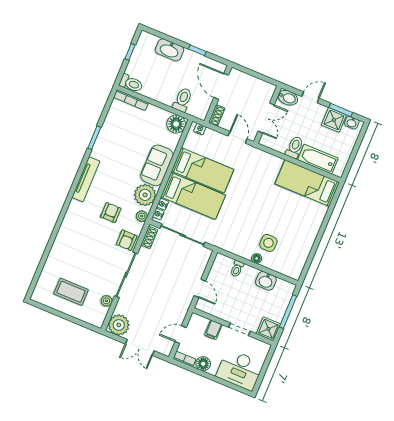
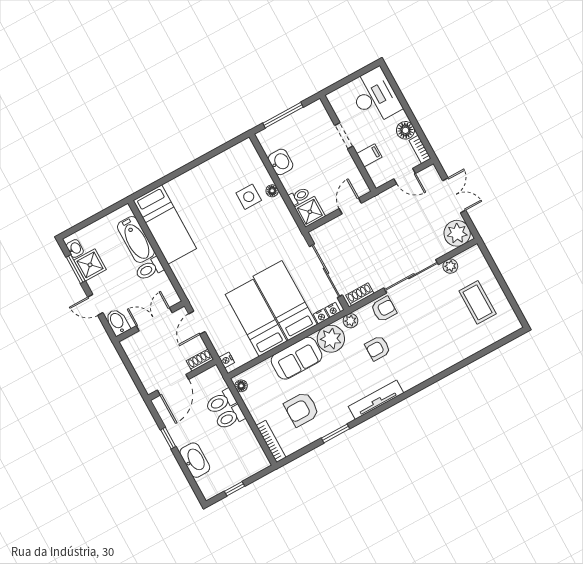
toilet: (131, 83) -> (230, 417), moved, turned -90
floor lamp: (176, 124) -> (241, 386), width x0.53, depth x0.53
armchair: (128, 136) -> (302, 409), added
shower: (268, 329) -> (310, 212), moved

